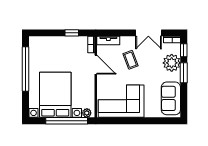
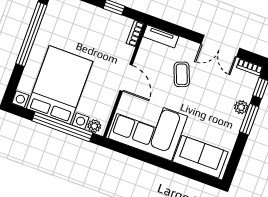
plant: (172, 63) -> (241, 107), width x0.53, depth x0.53
door: (96, 65) -> (126, 78), moved
sofa: (171, 98) -> (200, 157), moved, turned 90

